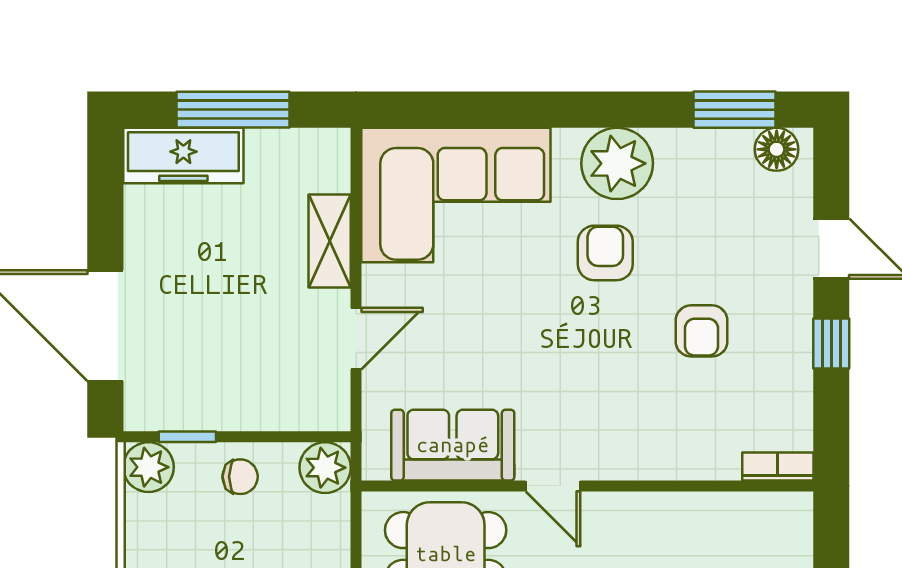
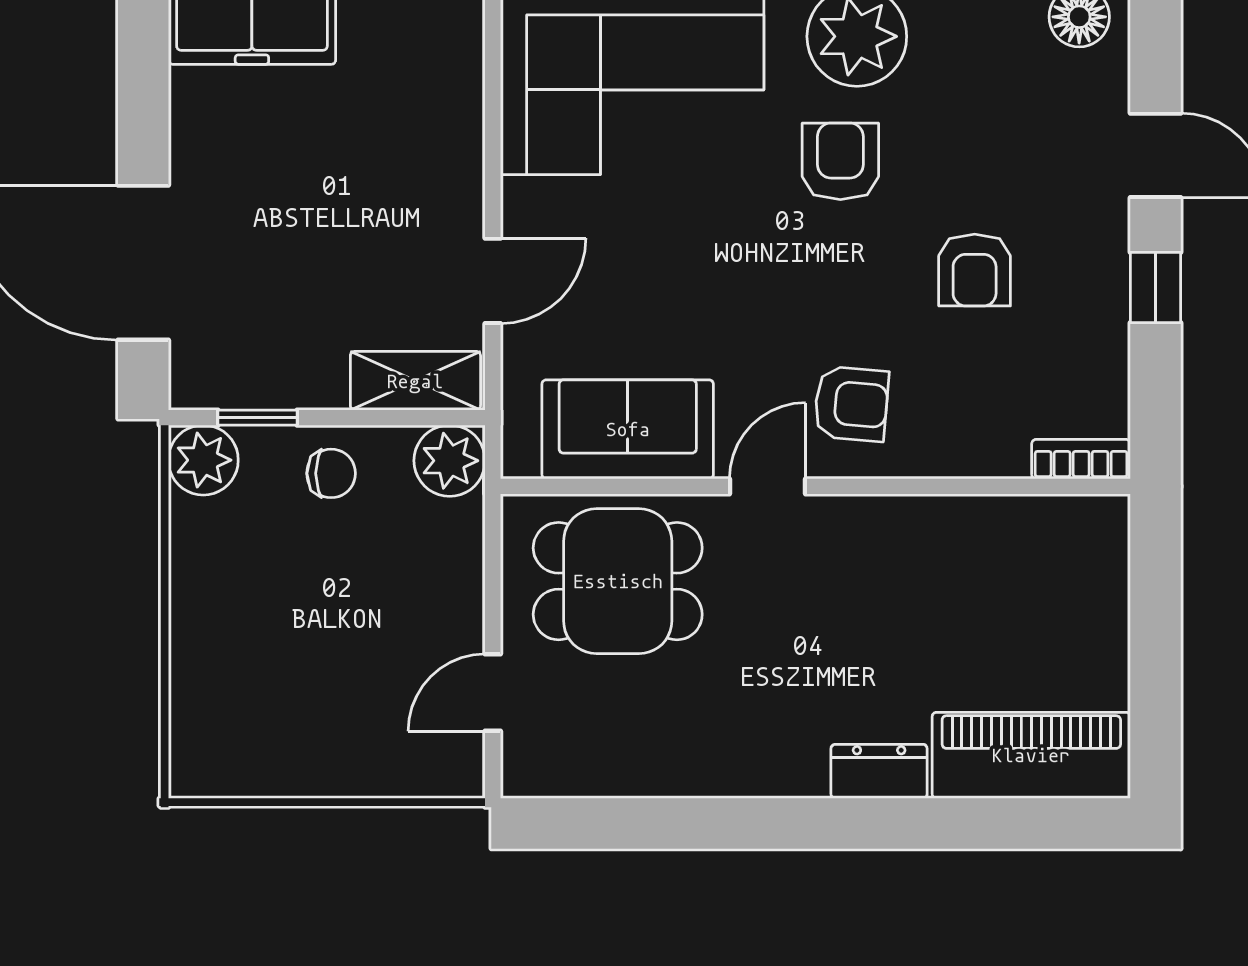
shelving: (330, 241) -> (415, 381), moved, turned 90
armchair: (613, 427) -> (851, 404), added
door: (553, 486) -> (768, 486), swing flipped

